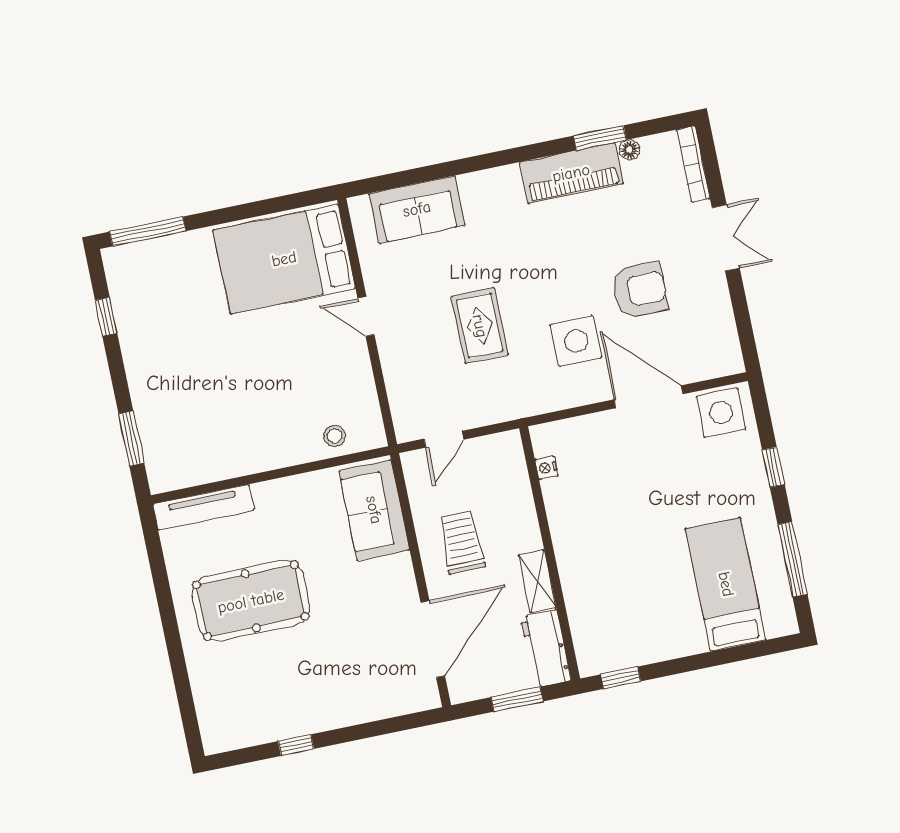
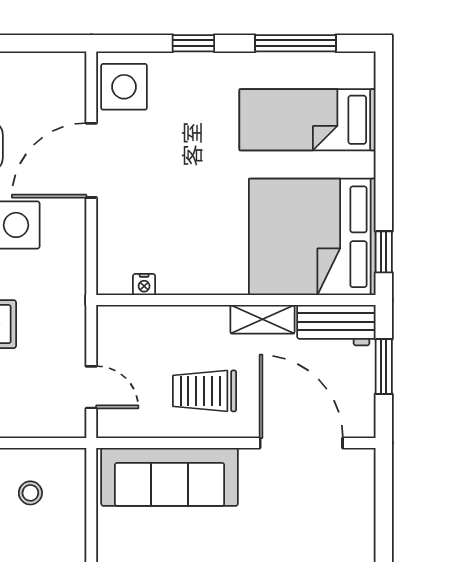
stool: (335, 436) -> (30, 493), moved
sofa: (374, 510) -> (170, 477), width x1.36
bed: (621, 611) -> (312, 237), added

